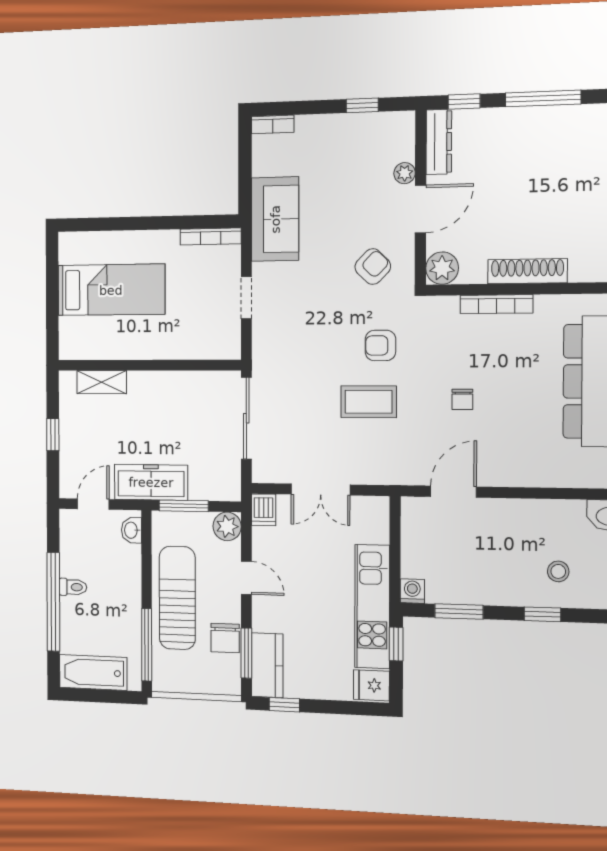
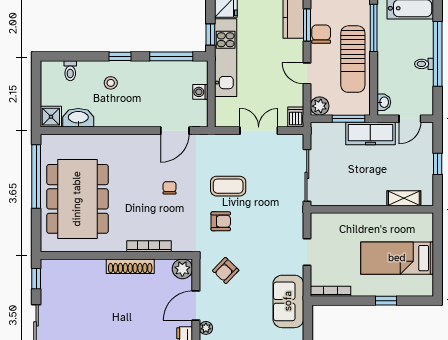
window: (128, 224) -> (386, 301), added
washing machine: (412, 591) -> (200, 92), moved, turned 90
window: (459, 612) -> (171, 56), width x1.44

